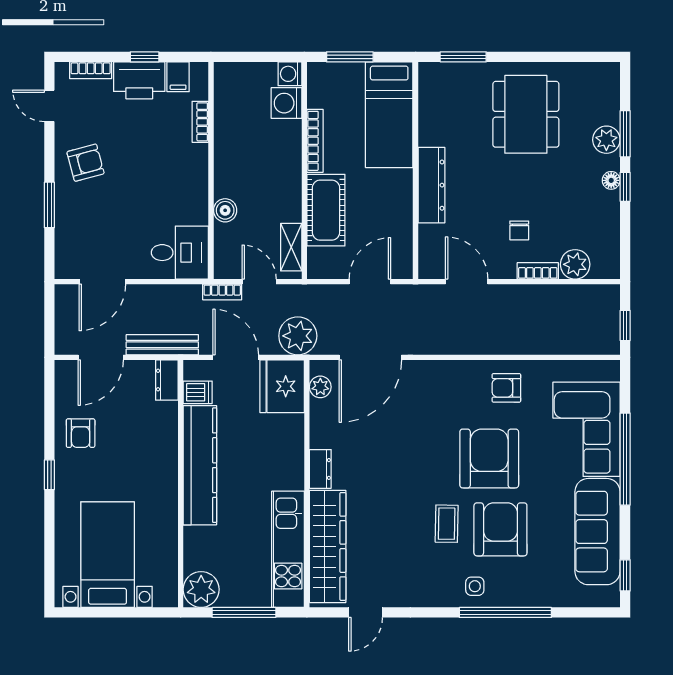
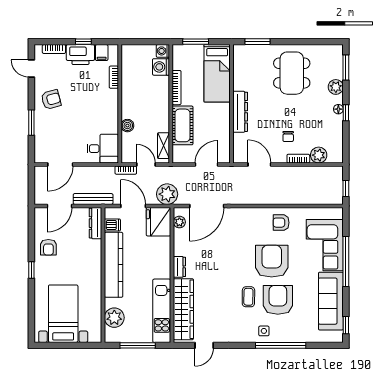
window: (625, 134) -> (346, 68), moved
dresser: (167, 380) -> (96, 223), width x1.44
plant: (201, 589) -> (114, 318), moved

